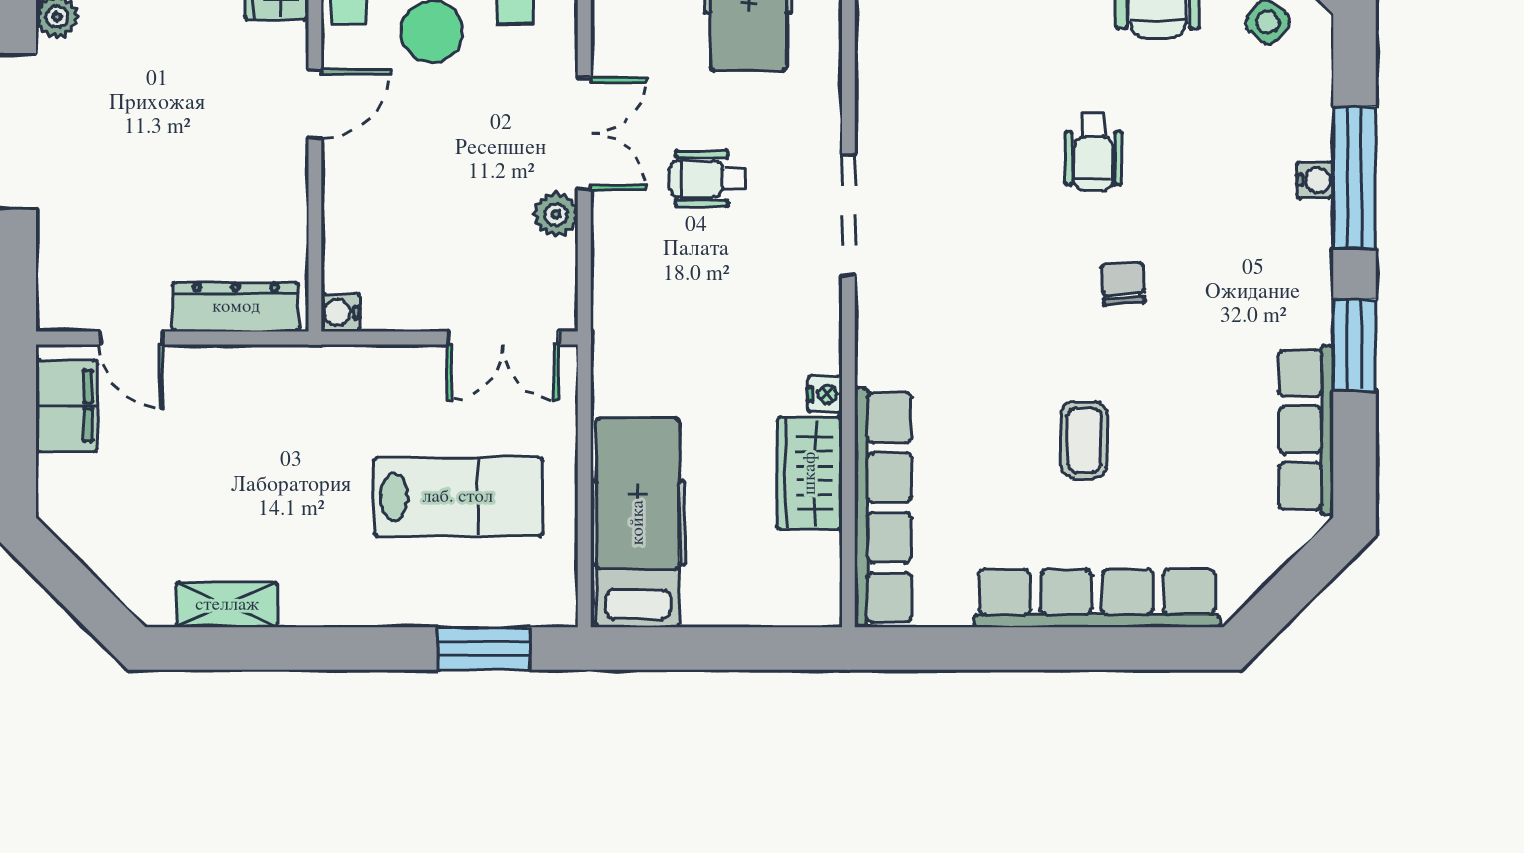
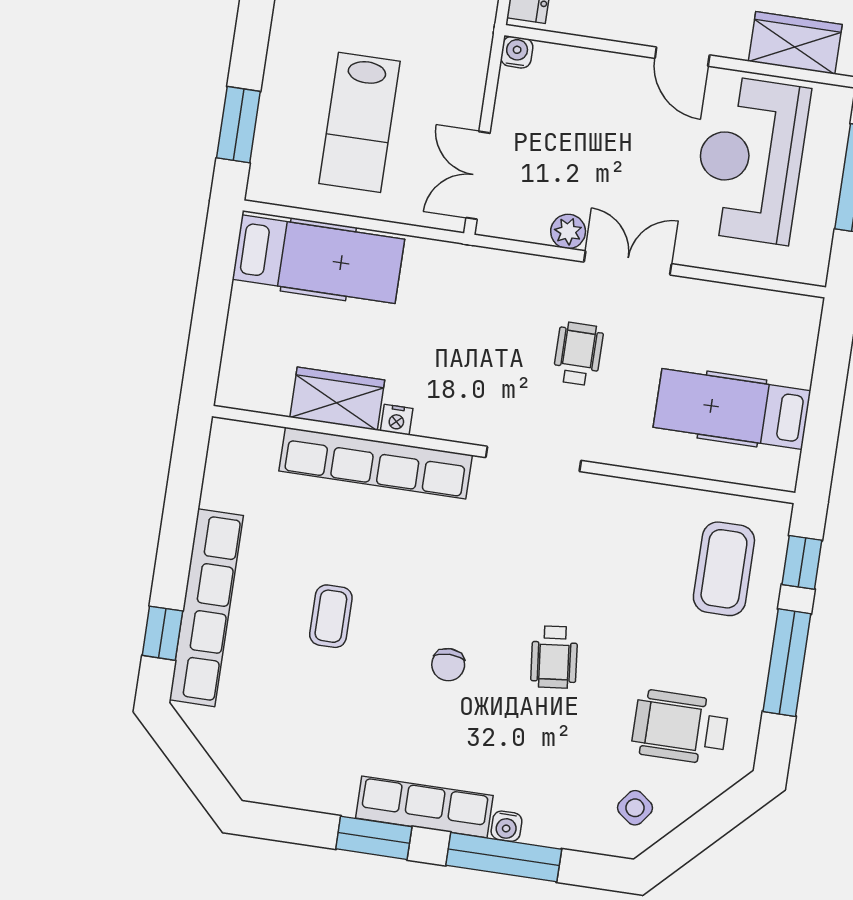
double door: (584, 133) -> (628, 263), swing flipped
wheelchair: (1093, 152) -> (554, 657), turned -96
chair: (1123, 284) -> (448, 665), turned 94
row of seats: (1306, 430) -> (424, 807), moved
coffee table: (1084, 440) -> (331, 616), turned 90
row of seats: (883, 508) -> (376, 463), moved
window: (1137, 649) -> (162, 633), added

